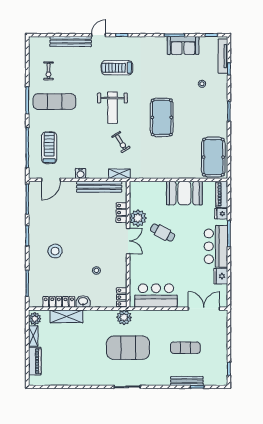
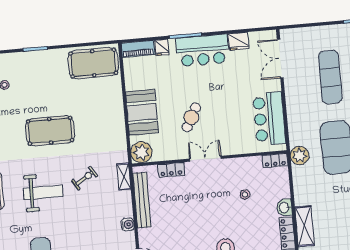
booth: (184, 193) -> (142, 112), moved
plant: (138, 218) -> (141, 152), moved
exercise mat: (185, 348) -> (330, 77), width x1.36, depth x1.45

